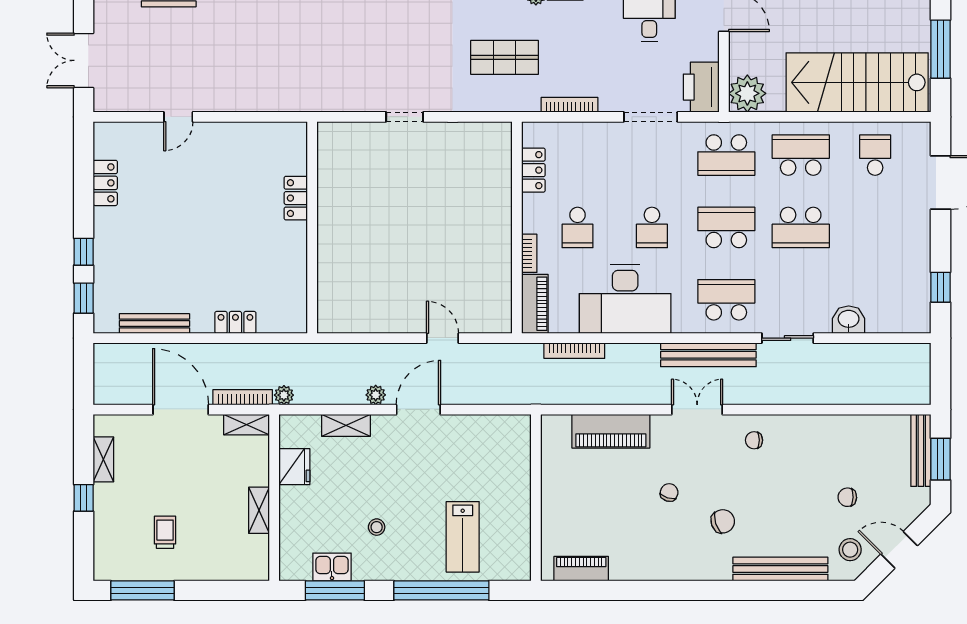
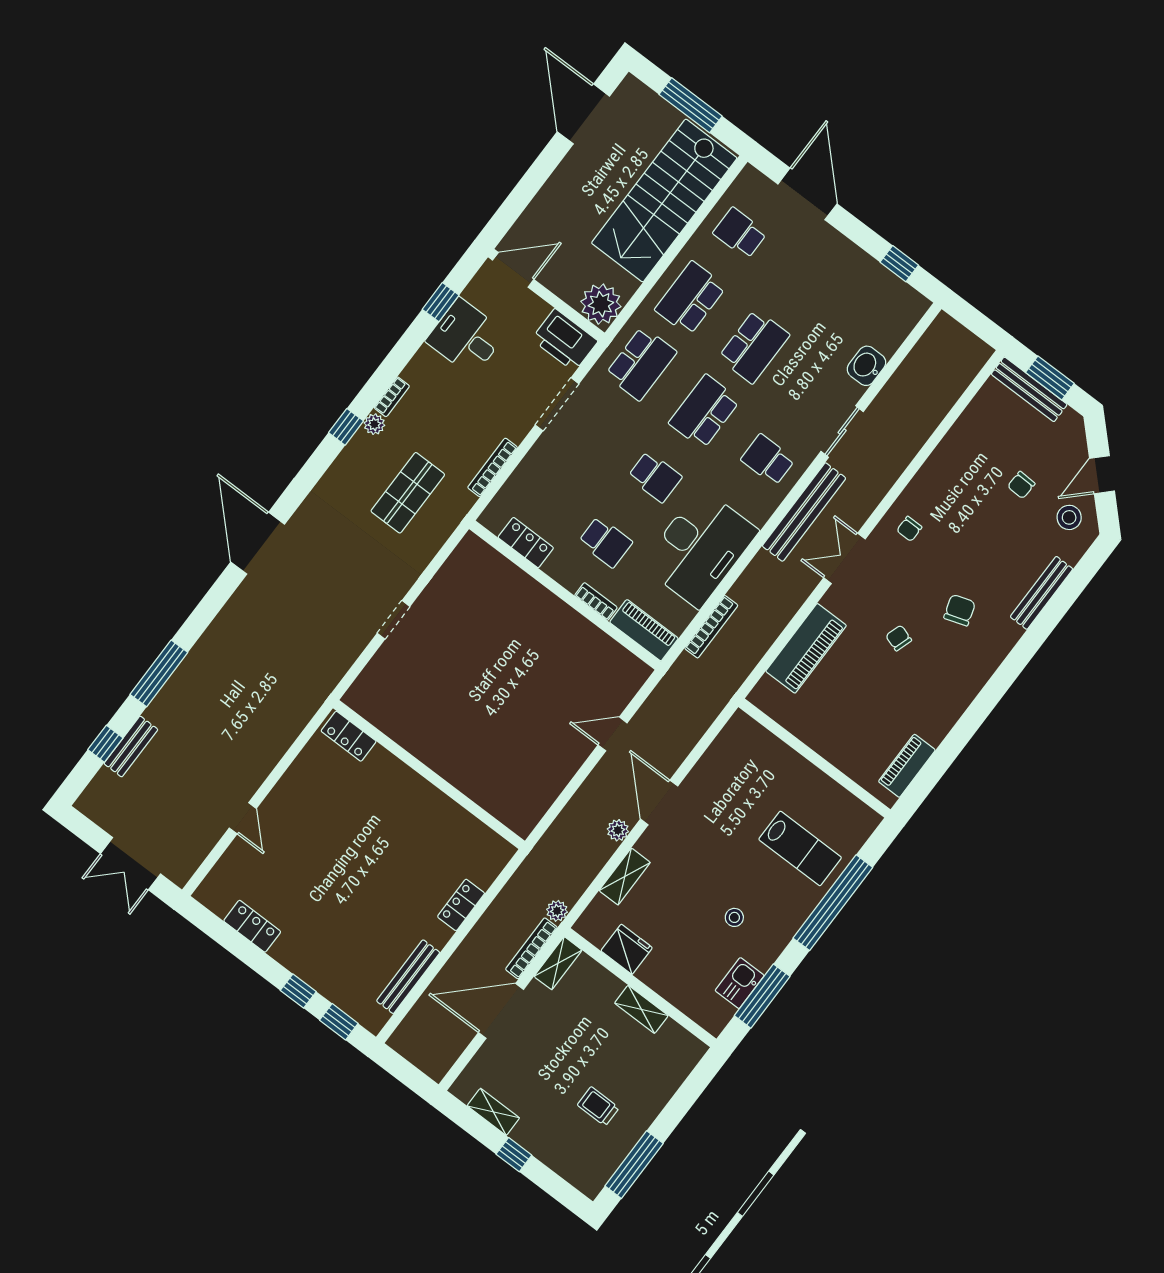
locker: (296, 198) -> (349, 736), moved
school desk: (726, 300) -> (768, 460), width x0.54
bench: (780, 569) -> (1042, 593), width x0.73, depth x0.82

